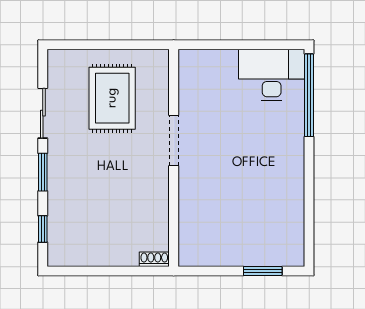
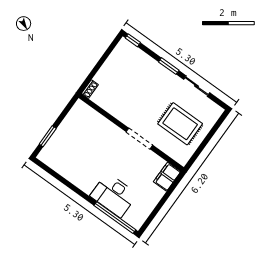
filing cabinet: (199, 63) -> (167, 177), added
desk: (272, 75) -> (114, 195), moved, turned 90
window: (43, 229) -> (133, 40), moved

